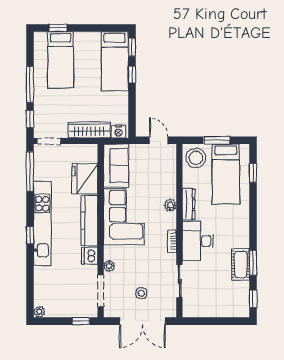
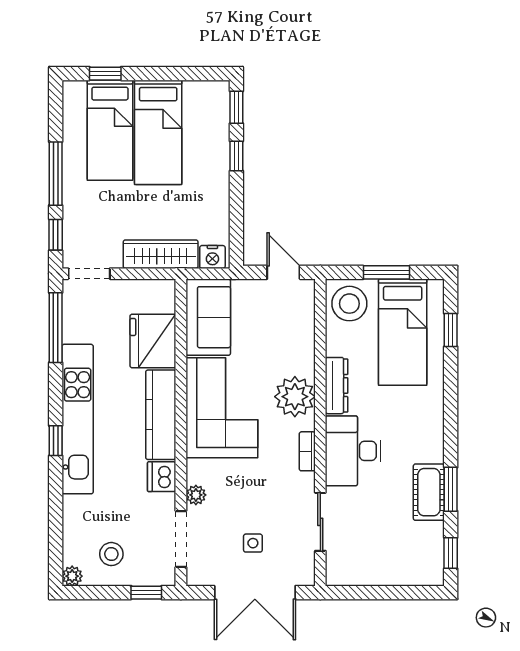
bed: (115, 61) -> (158, 132), moved
plant: (170, 205) -> (295, 397), width x1.87, depth x1.87
stool: (61, 299) -> (111, 554), added

